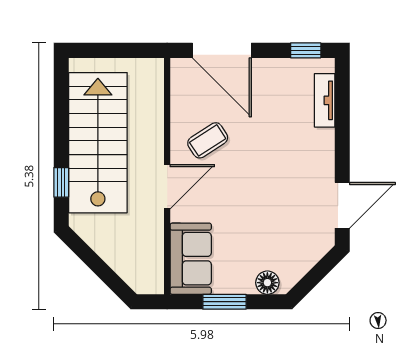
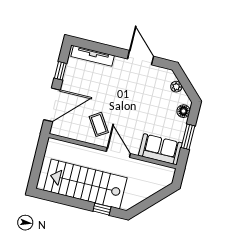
window: (306, 50) -> (60, 71), moved
tv unit: (325, 100) -> (93, 56), width x1.41
door: (342, 205) -> (141, 58), moved
plant: (307, 260) -> (176, 87), added

